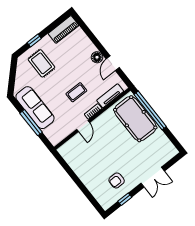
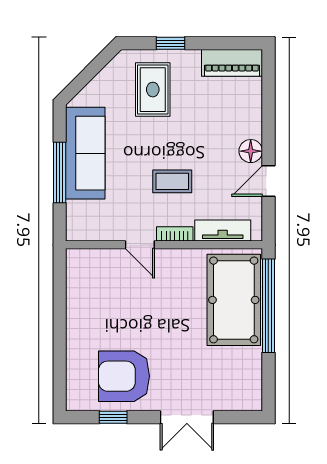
door: (83, 126) -> (140, 245), hinge flipped
armchair: (117, 180) -> (124, 376), width x1.88, depth x1.88

